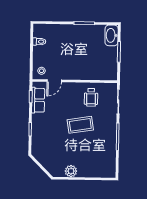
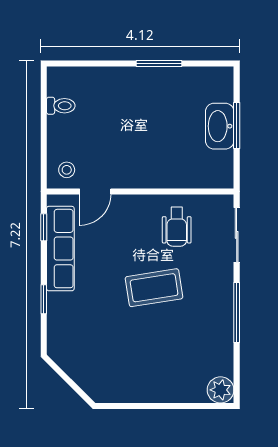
washbasin: (112, 35) -> (220, 126), moved
row of seats: (38, 100) -> (60, 249), width x1.48
plant: (71, 171) -> (221, 390), moved

